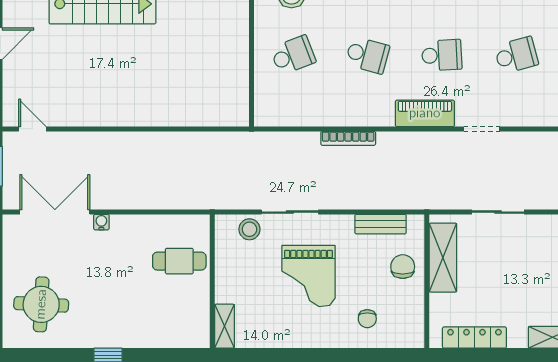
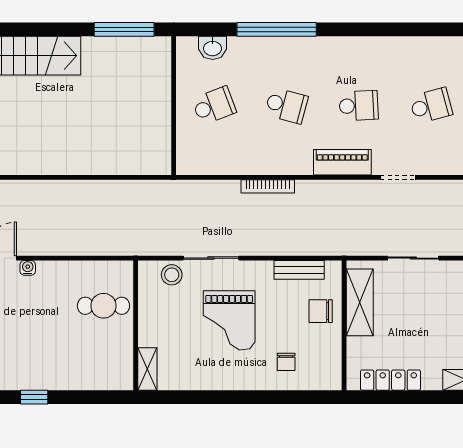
chair: (403, 267) -> (321, 311), turned -90

